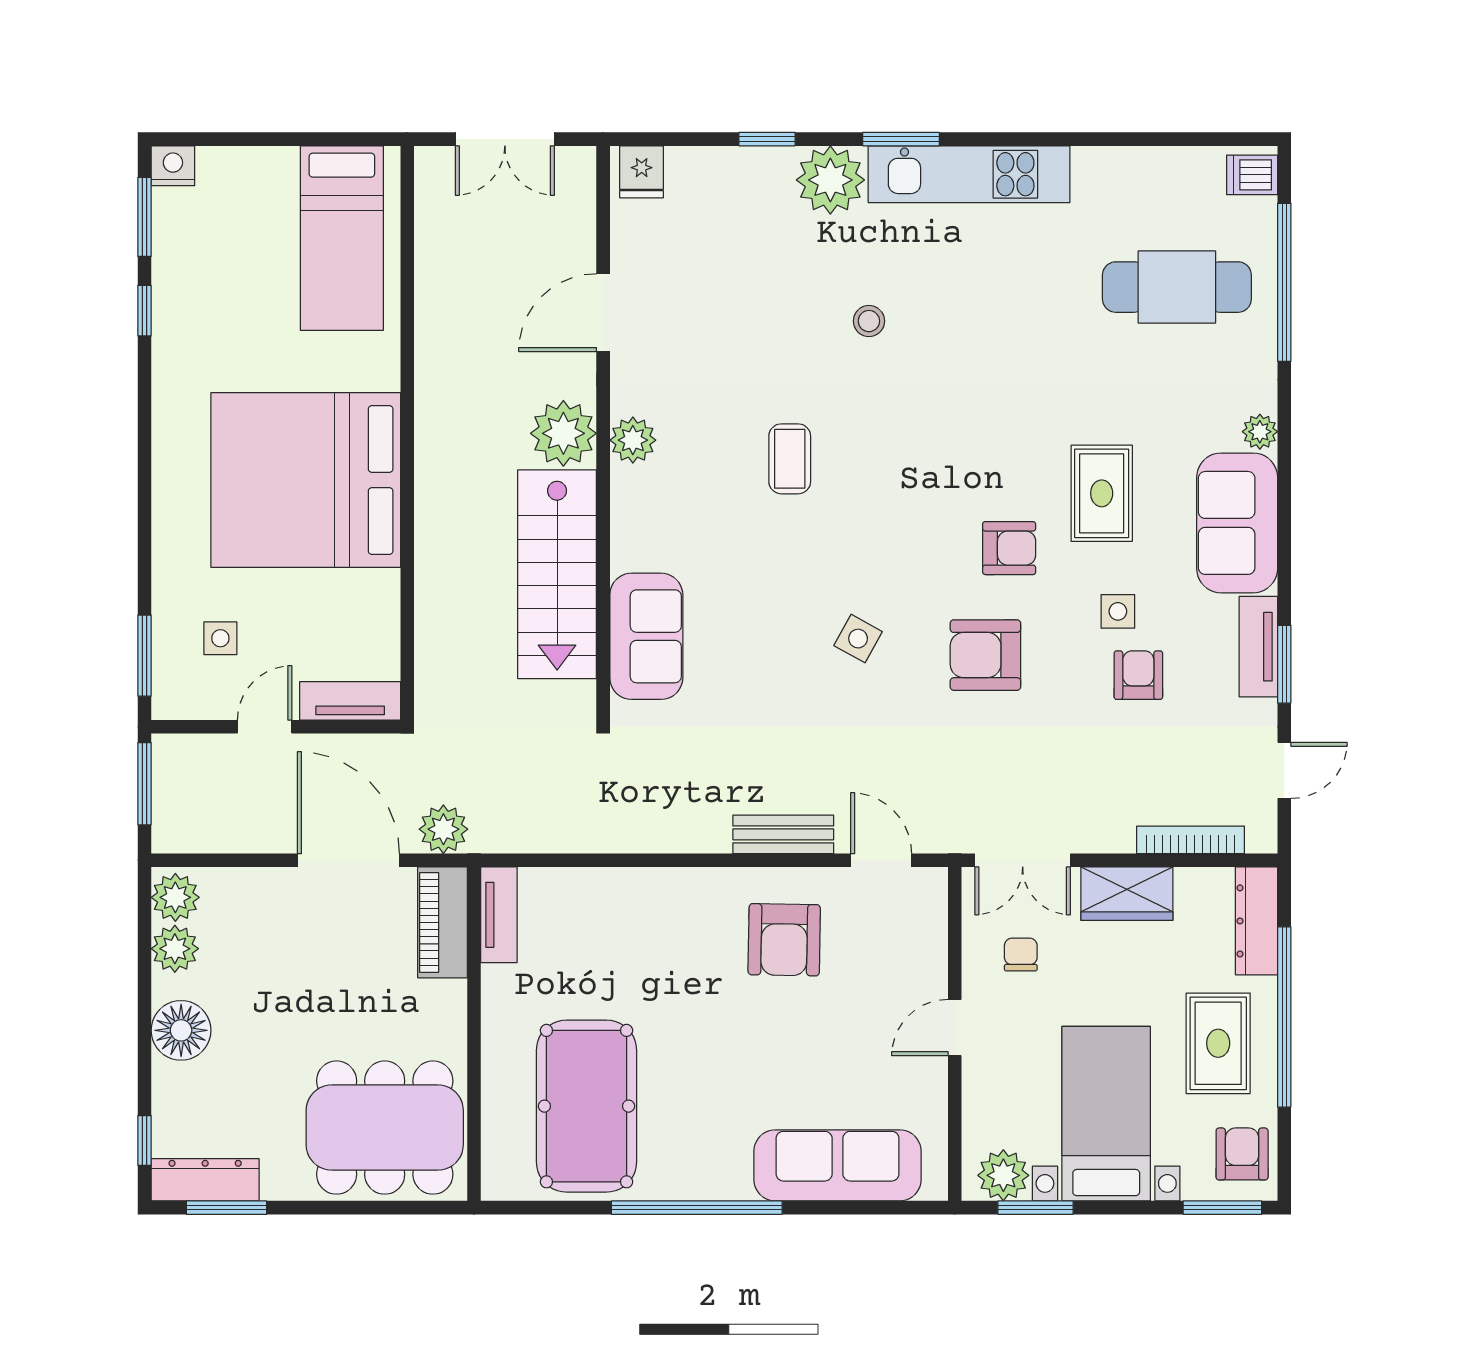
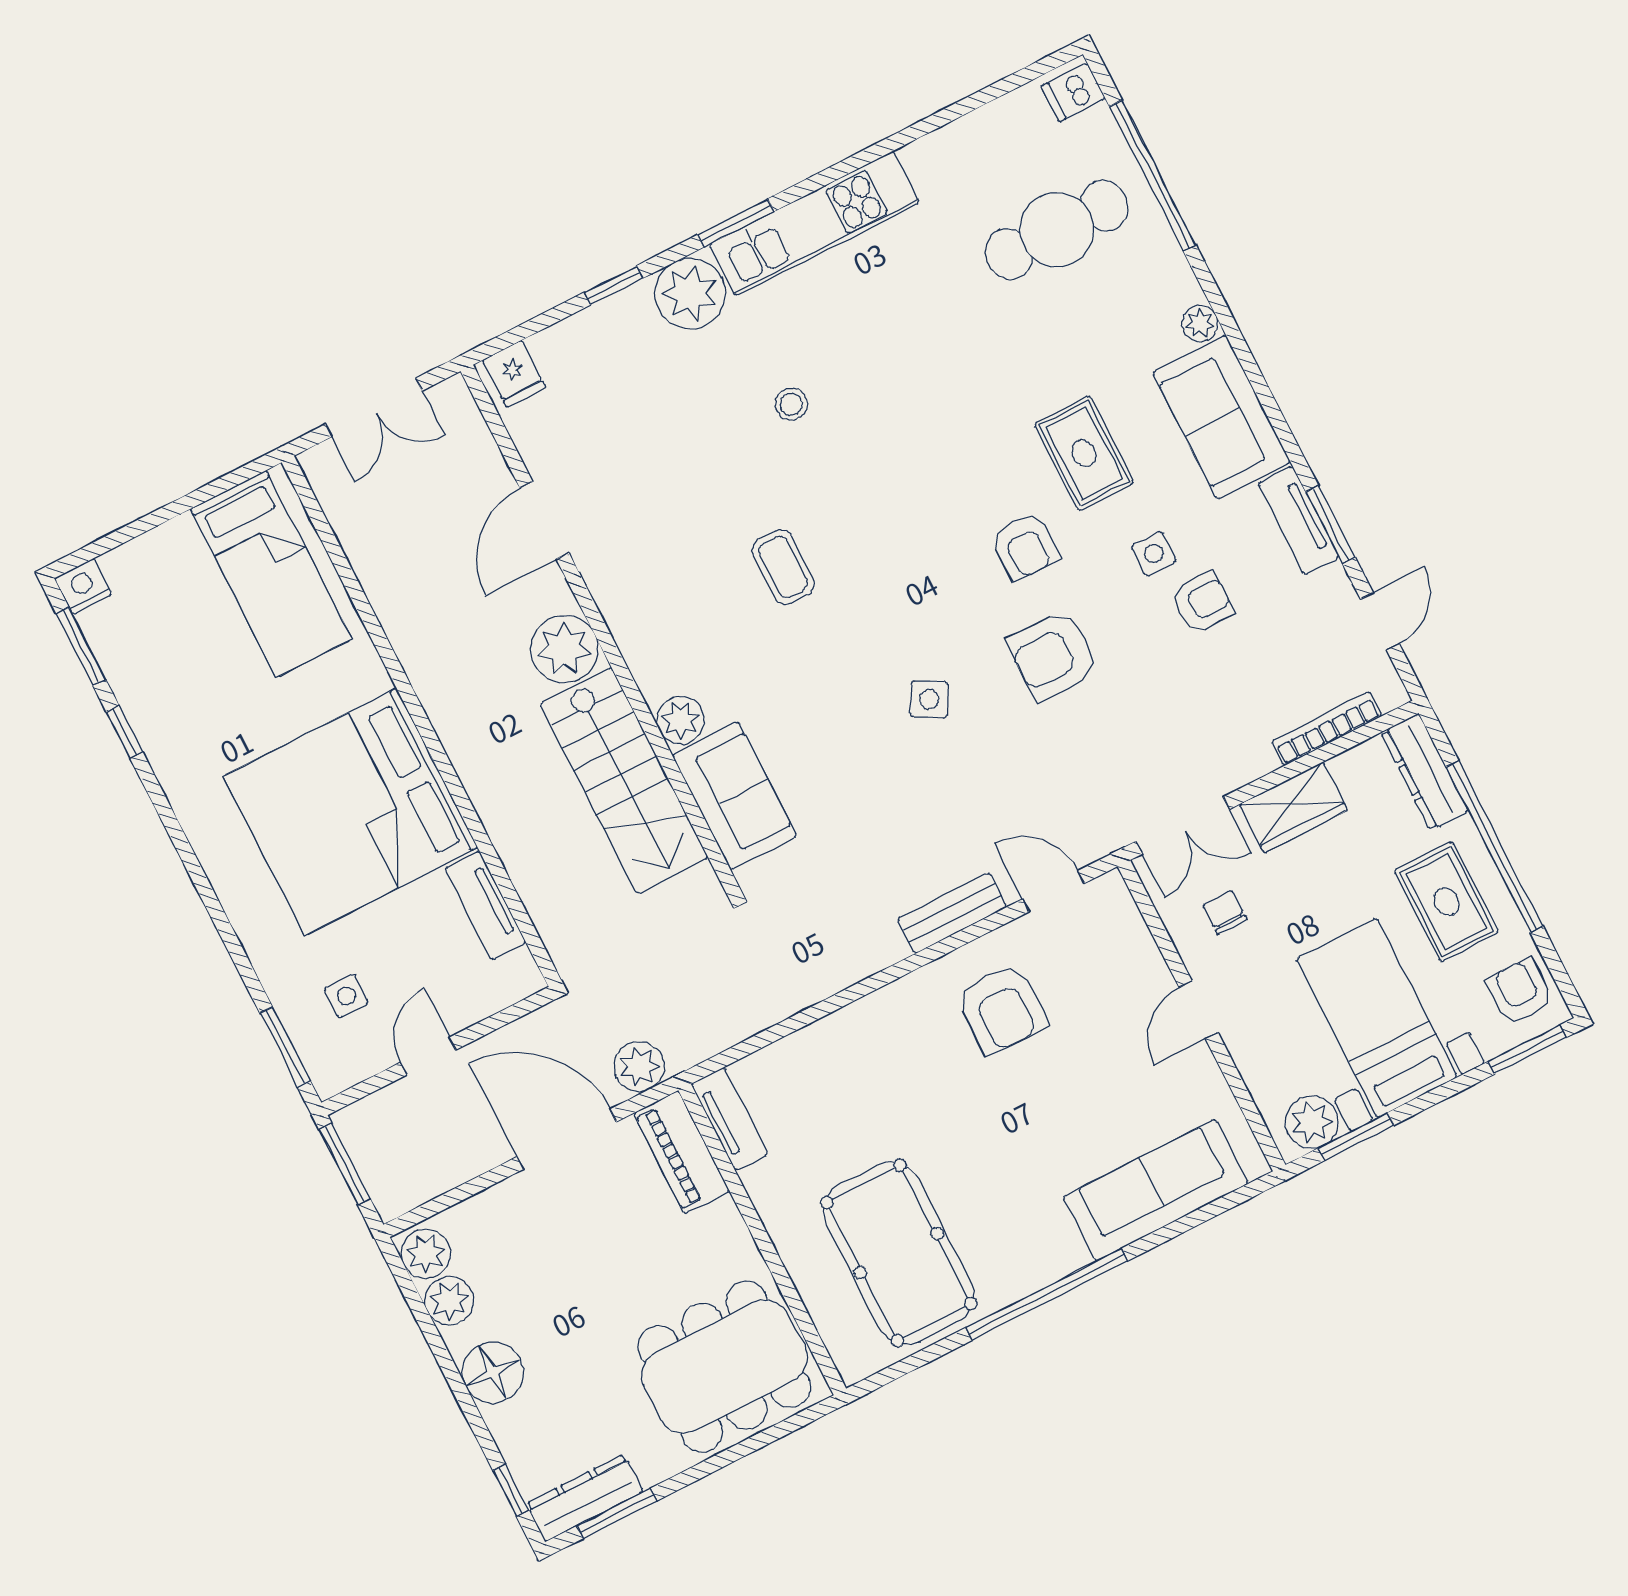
plant: (633, 440) -> (680, 720), moved
armchair: (1009, 548) -> (1025, 546), turned 90
armchair: (1138, 675) -> (1202, 602), turned 90
tv unit: (350, 701) -> (485, 906), moved, turned -90

